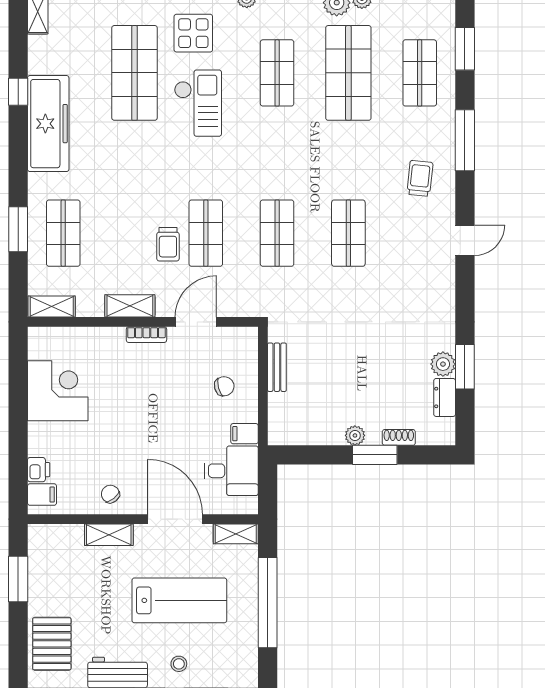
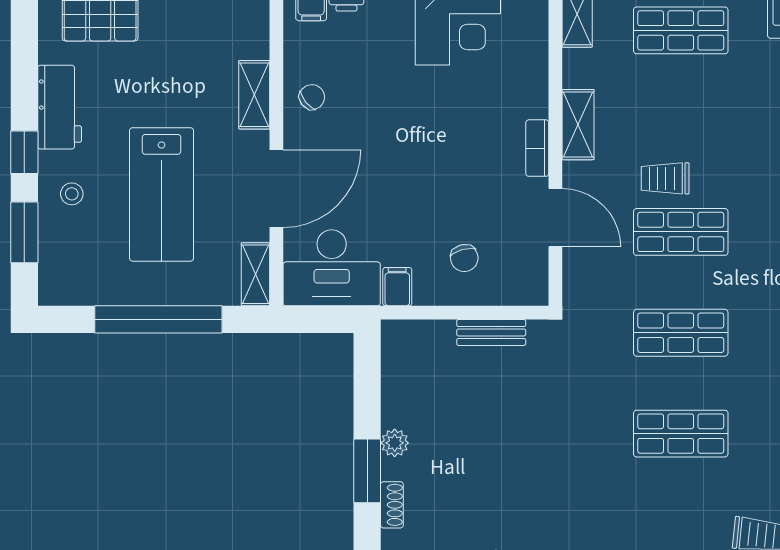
desk: (231, 471) -> (332, 268), width x1.37

